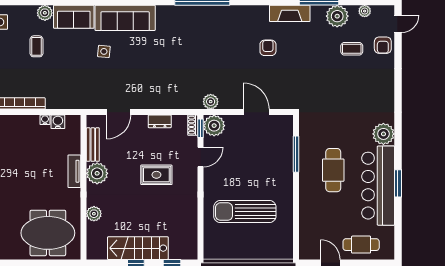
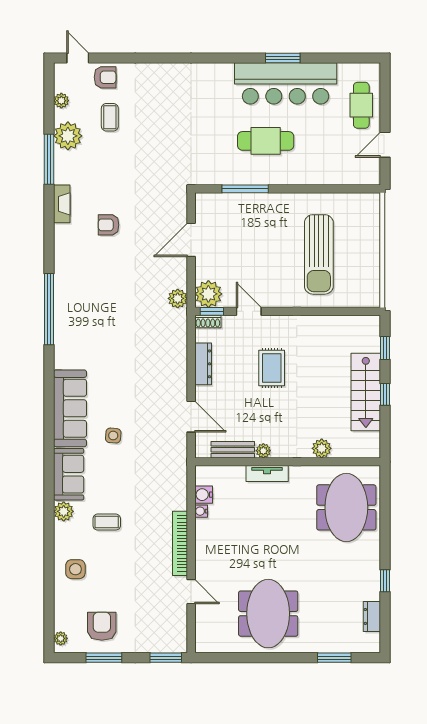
fireplace: (290, 13) -> (62, 204), width x0.73, depth x0.76
dresser: (160, 121) -> (203, 364), width x1.44
plant: (383, 134) -> (219, 76), removed
plant: (97, 173) -> (263, 451), width x0.53, depth x0.53

